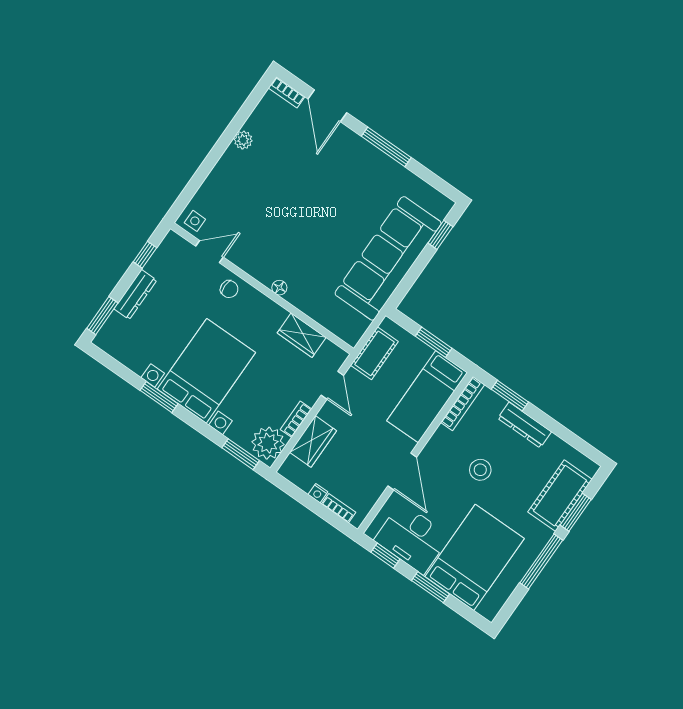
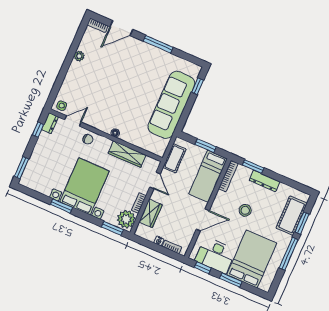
door: (327, 106) -> (121, 28), hinge flipped
dresser: (135, 294) -> (50, 123), moved, width x0.70
wardrobe: (302, 335) -> (127, 154), width x1.50
door: (402, 472) -> (203, 220), hinge flipped

